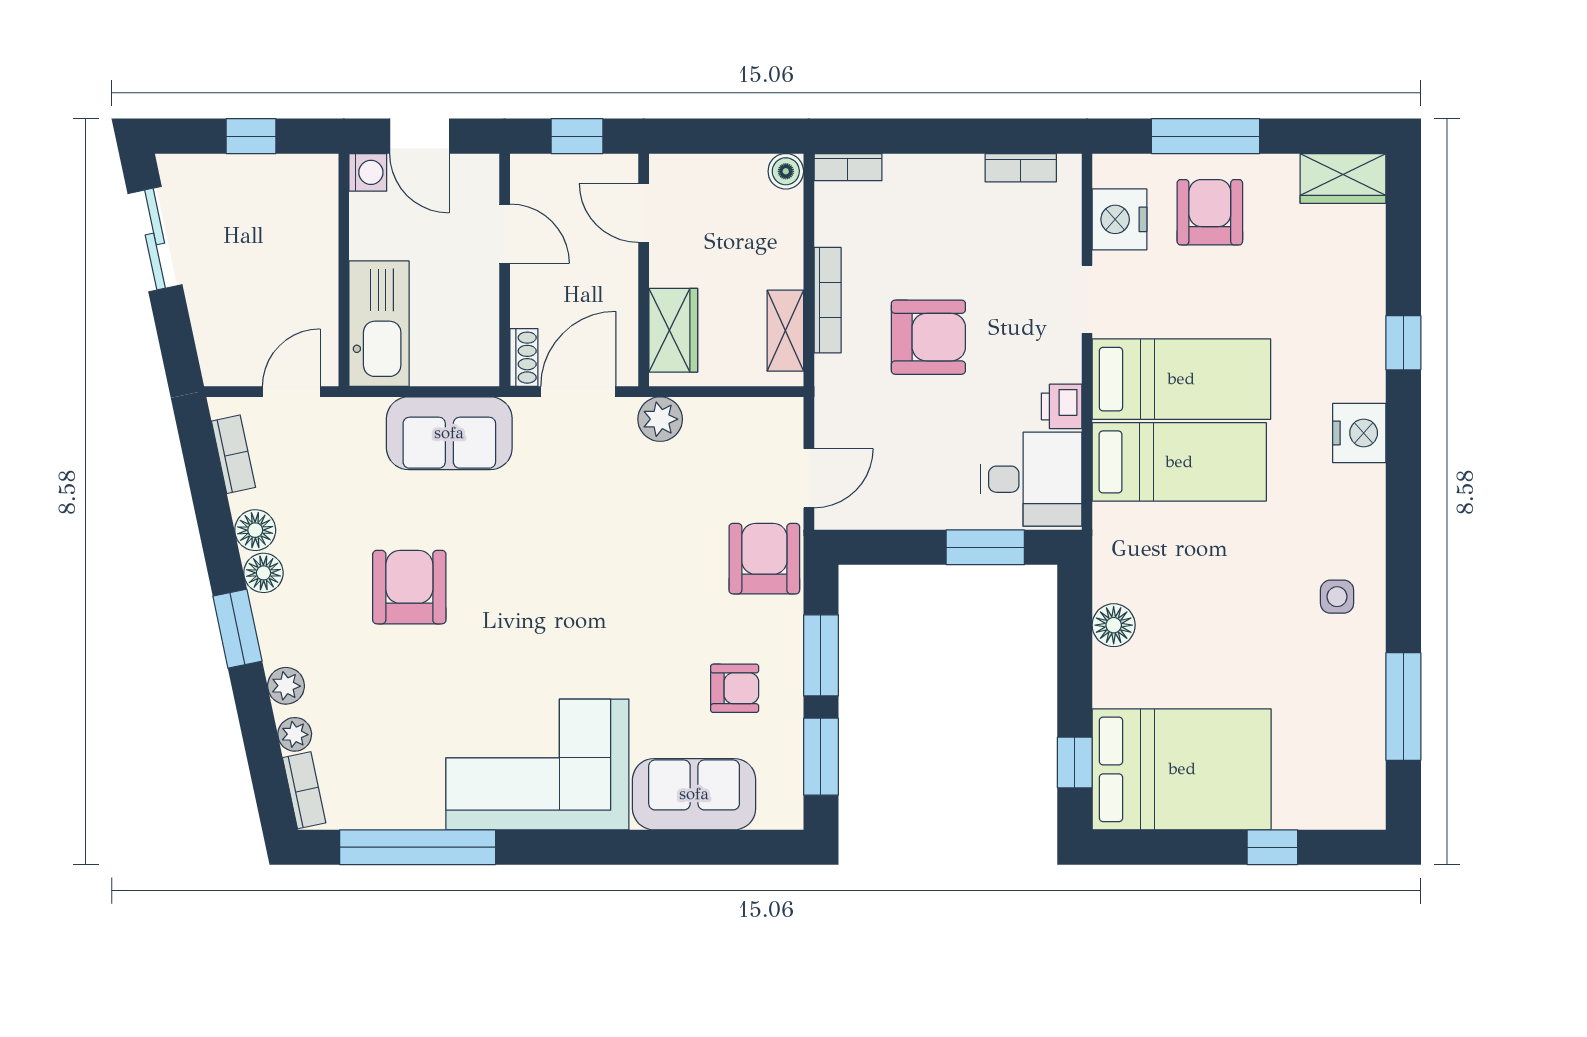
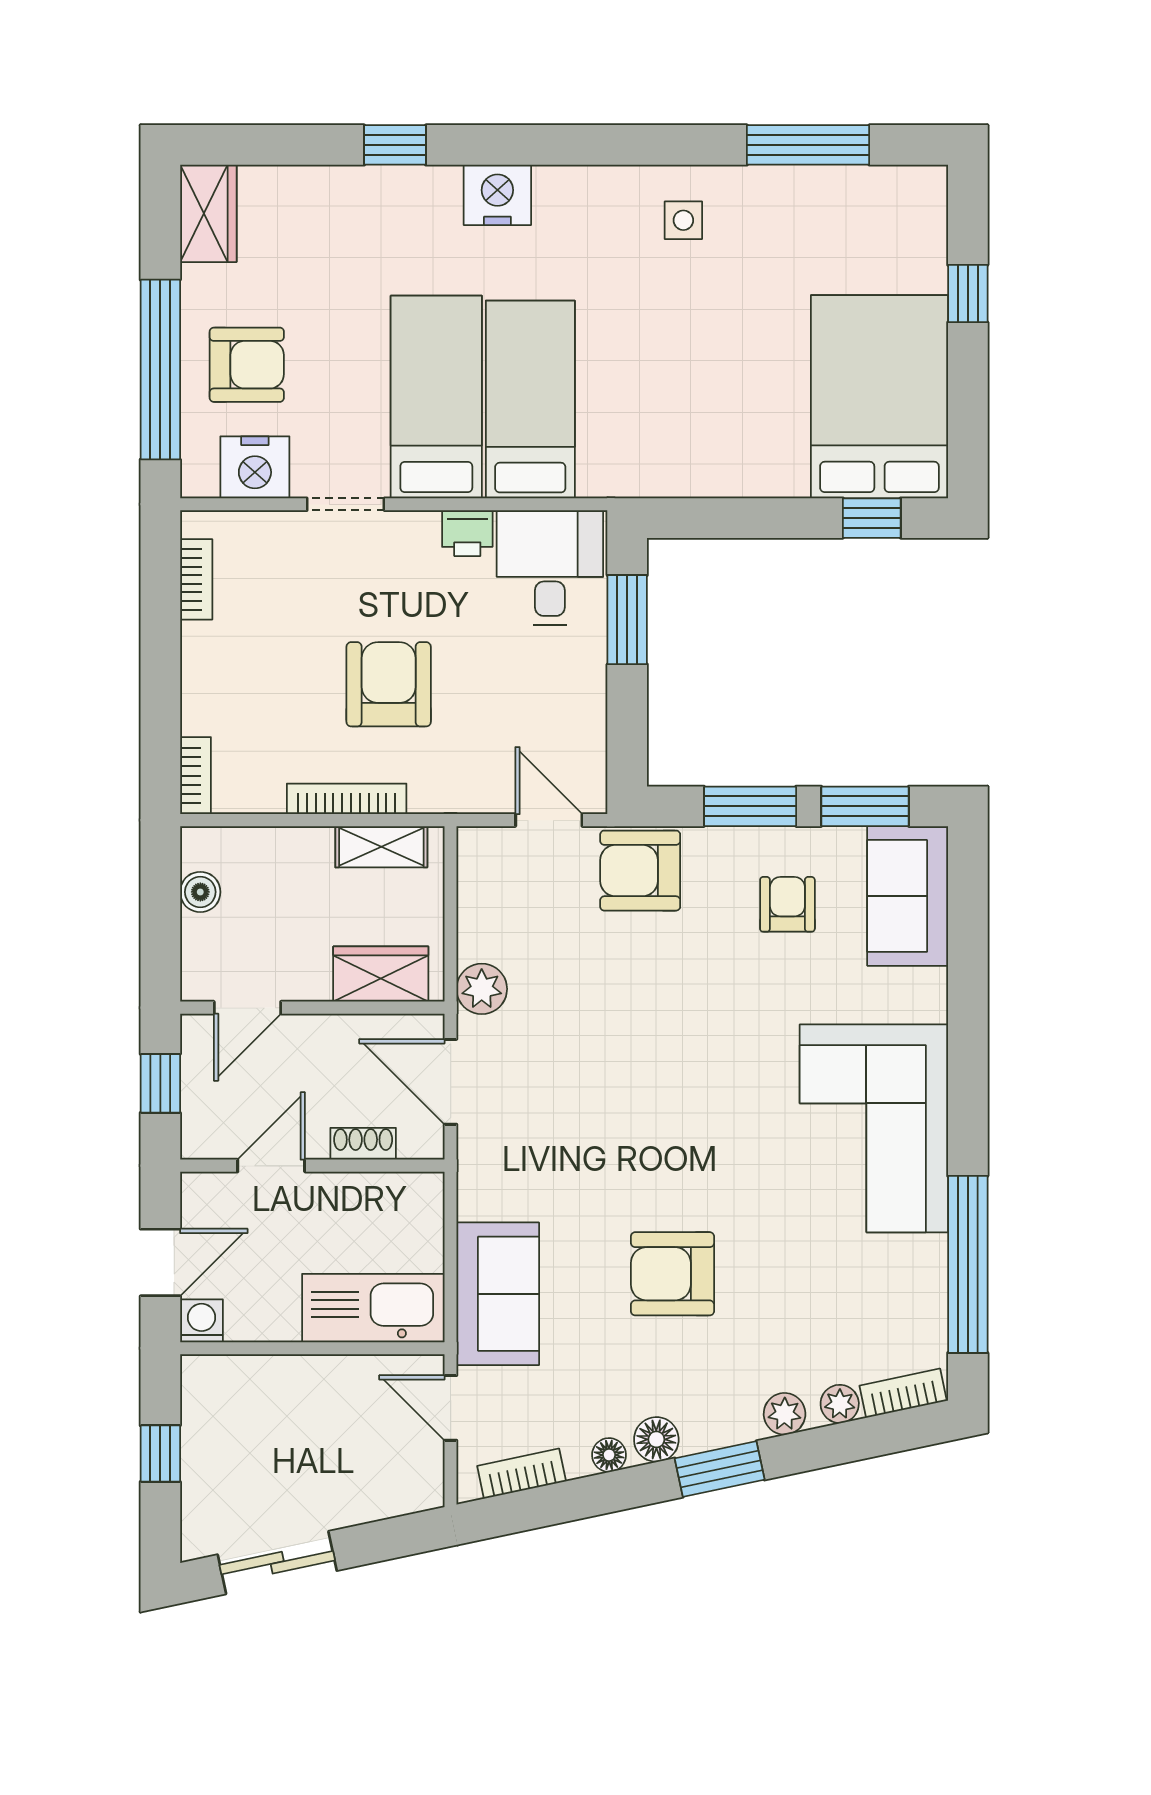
window: (1206, 136) -> (160, 370), width x1.46
boiler: (786, 171) -> (200, 892), moved
armchair: (1210, 212) -> (247, 365), turned 180
shoe rack: (524, 358) -> (363, 1144), moved
sofa: (449, 433) -> (498, 1294), moved
floor lamp: (255, 530) -> (609, 1455), width x0.73, depth x0.73
floor lamp: (1114, 625) -> (716, 474), removed
sofa: (694, 794) -> (908, 896), moved

